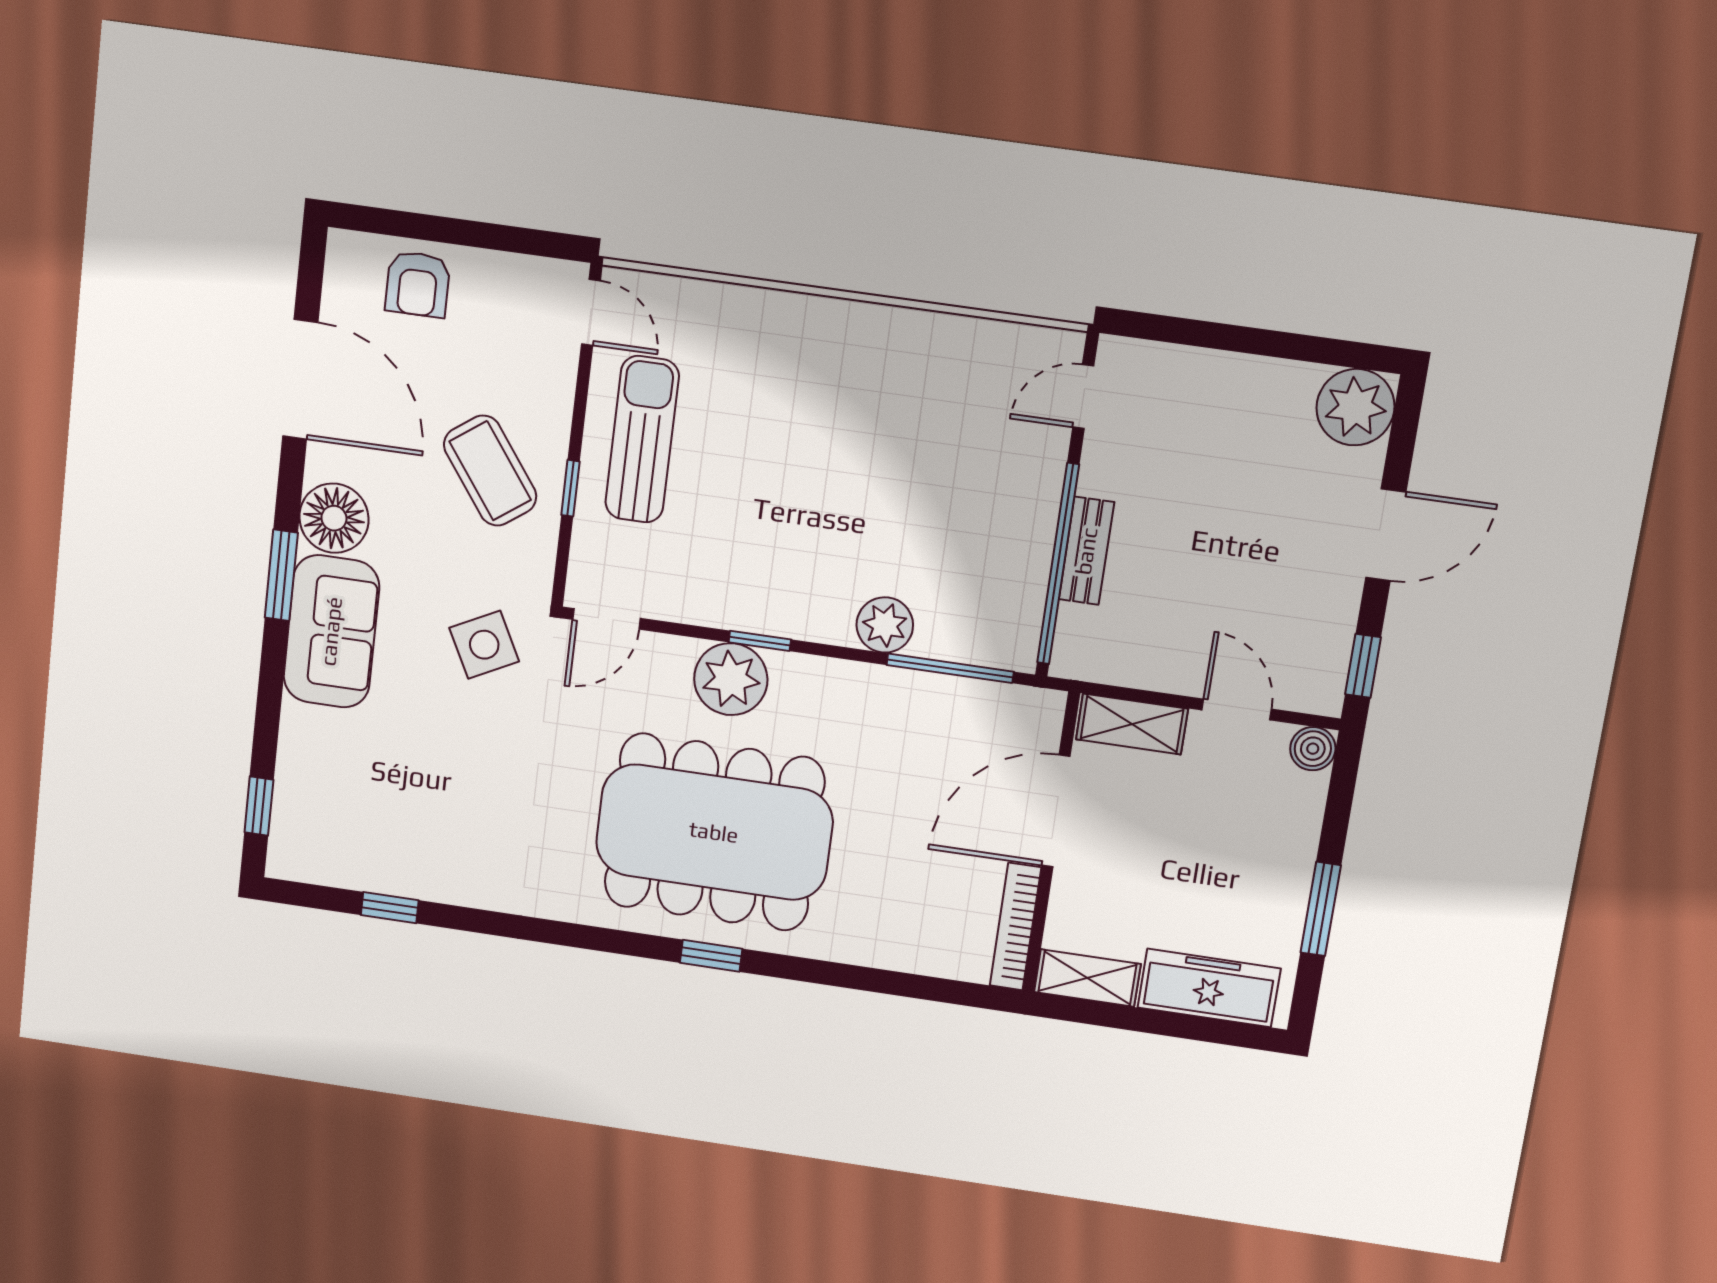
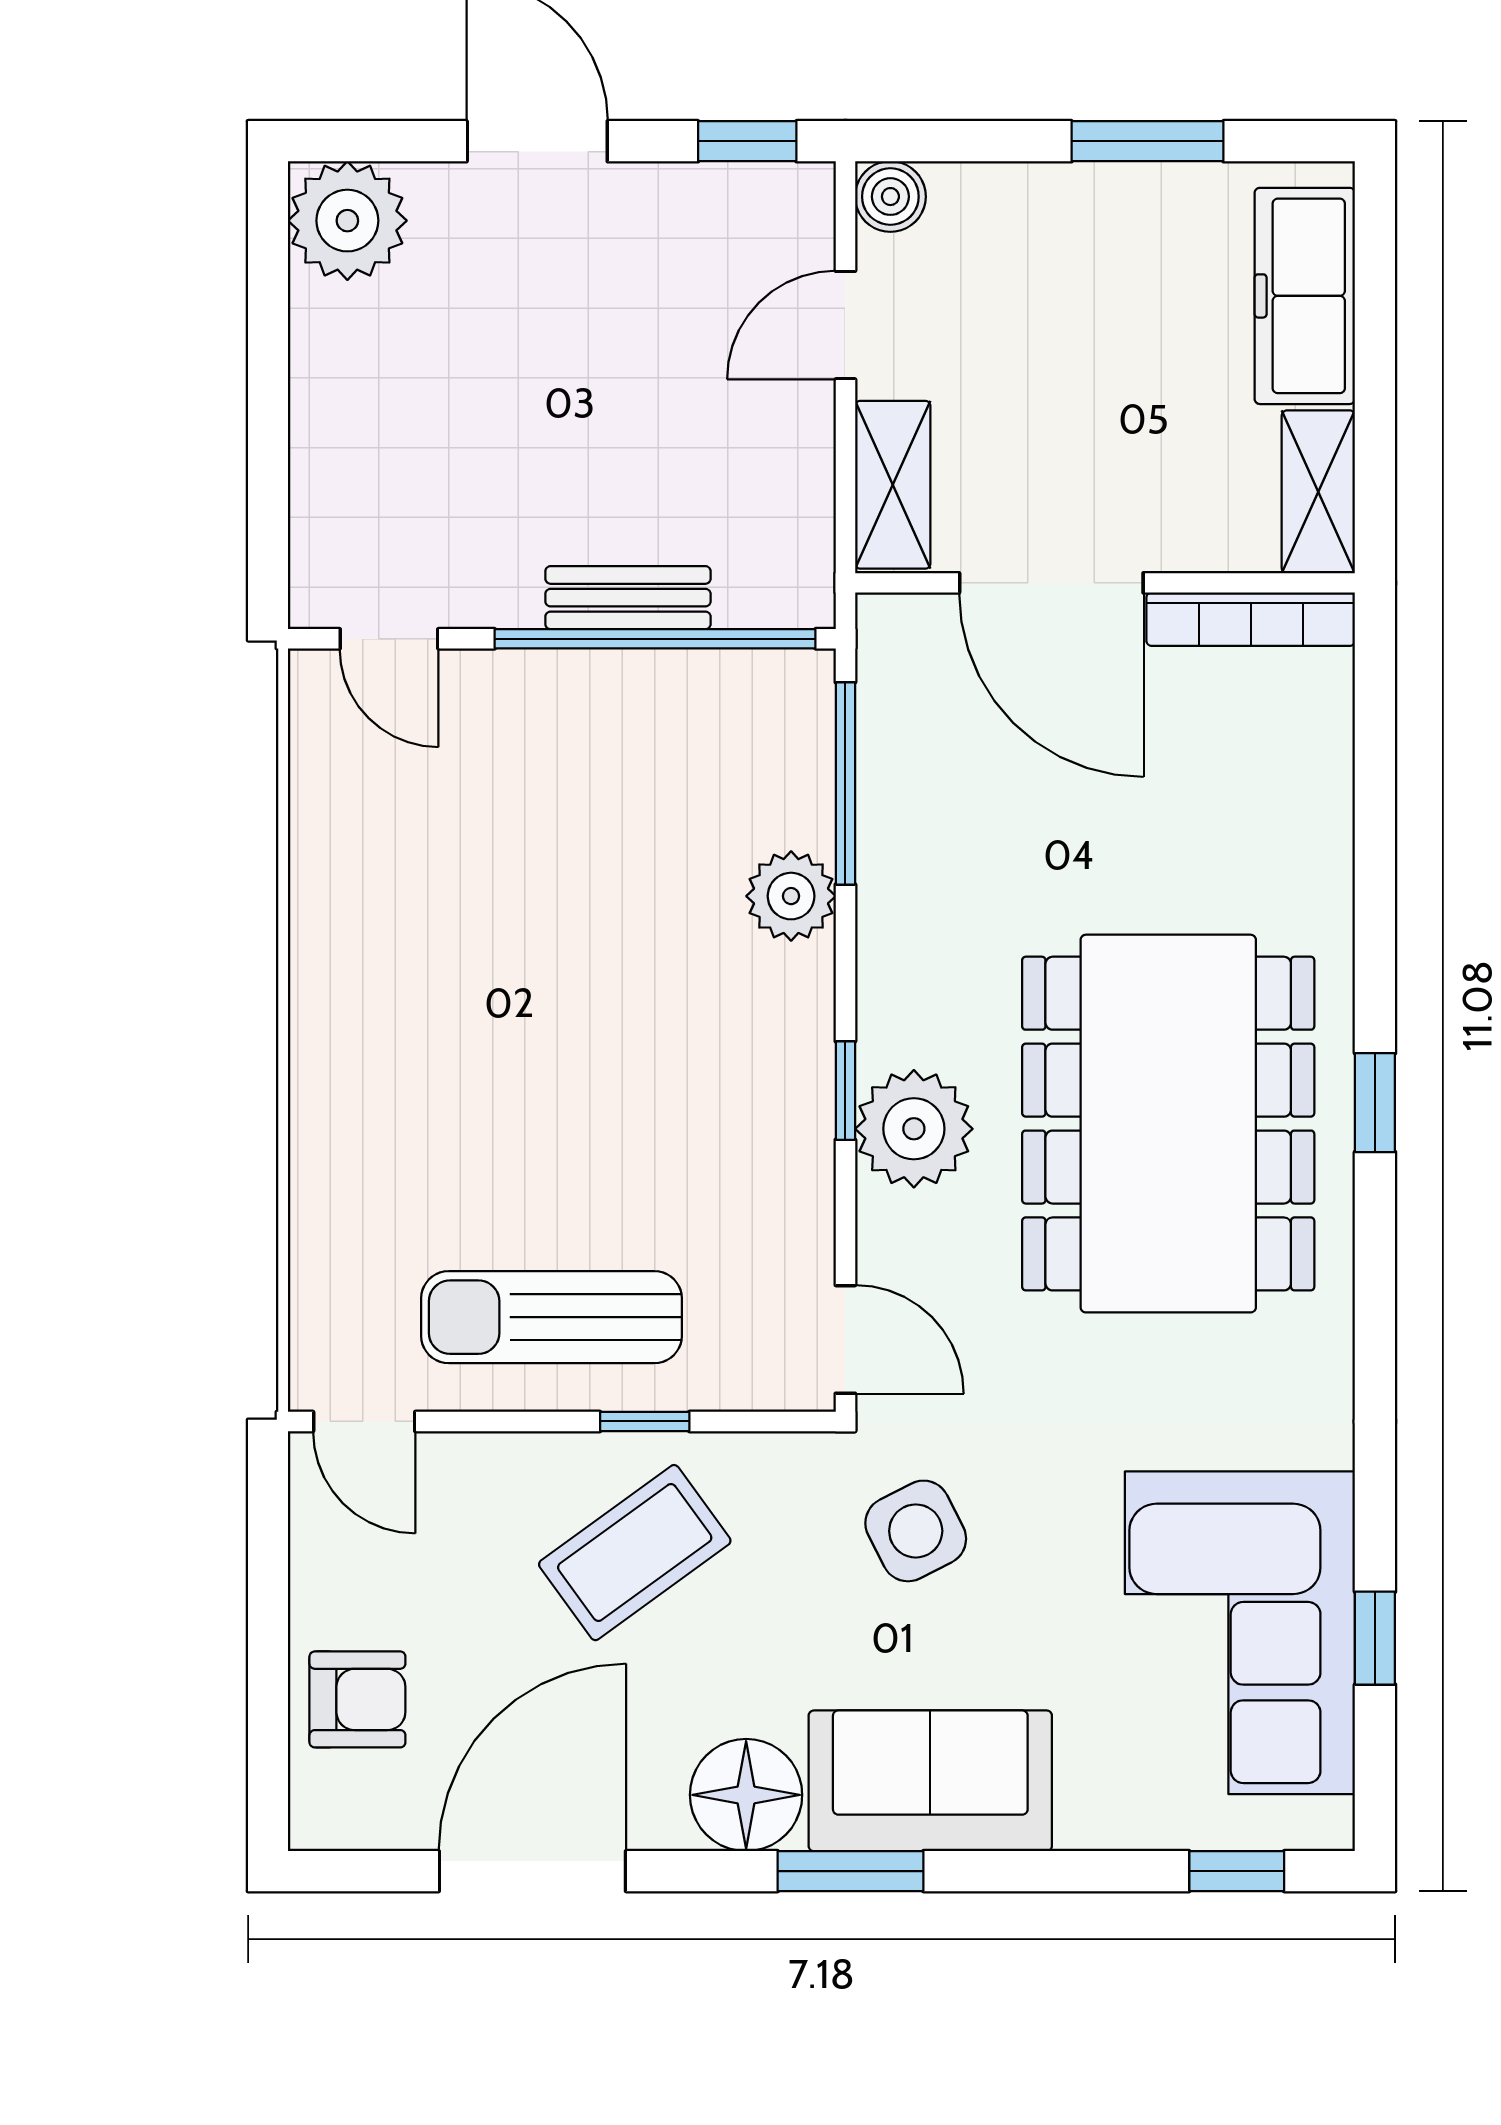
door: (591, 312) -> (364, 1421), swing flipped
corner sofa: (401, 829) -> (1240, 1633), added

